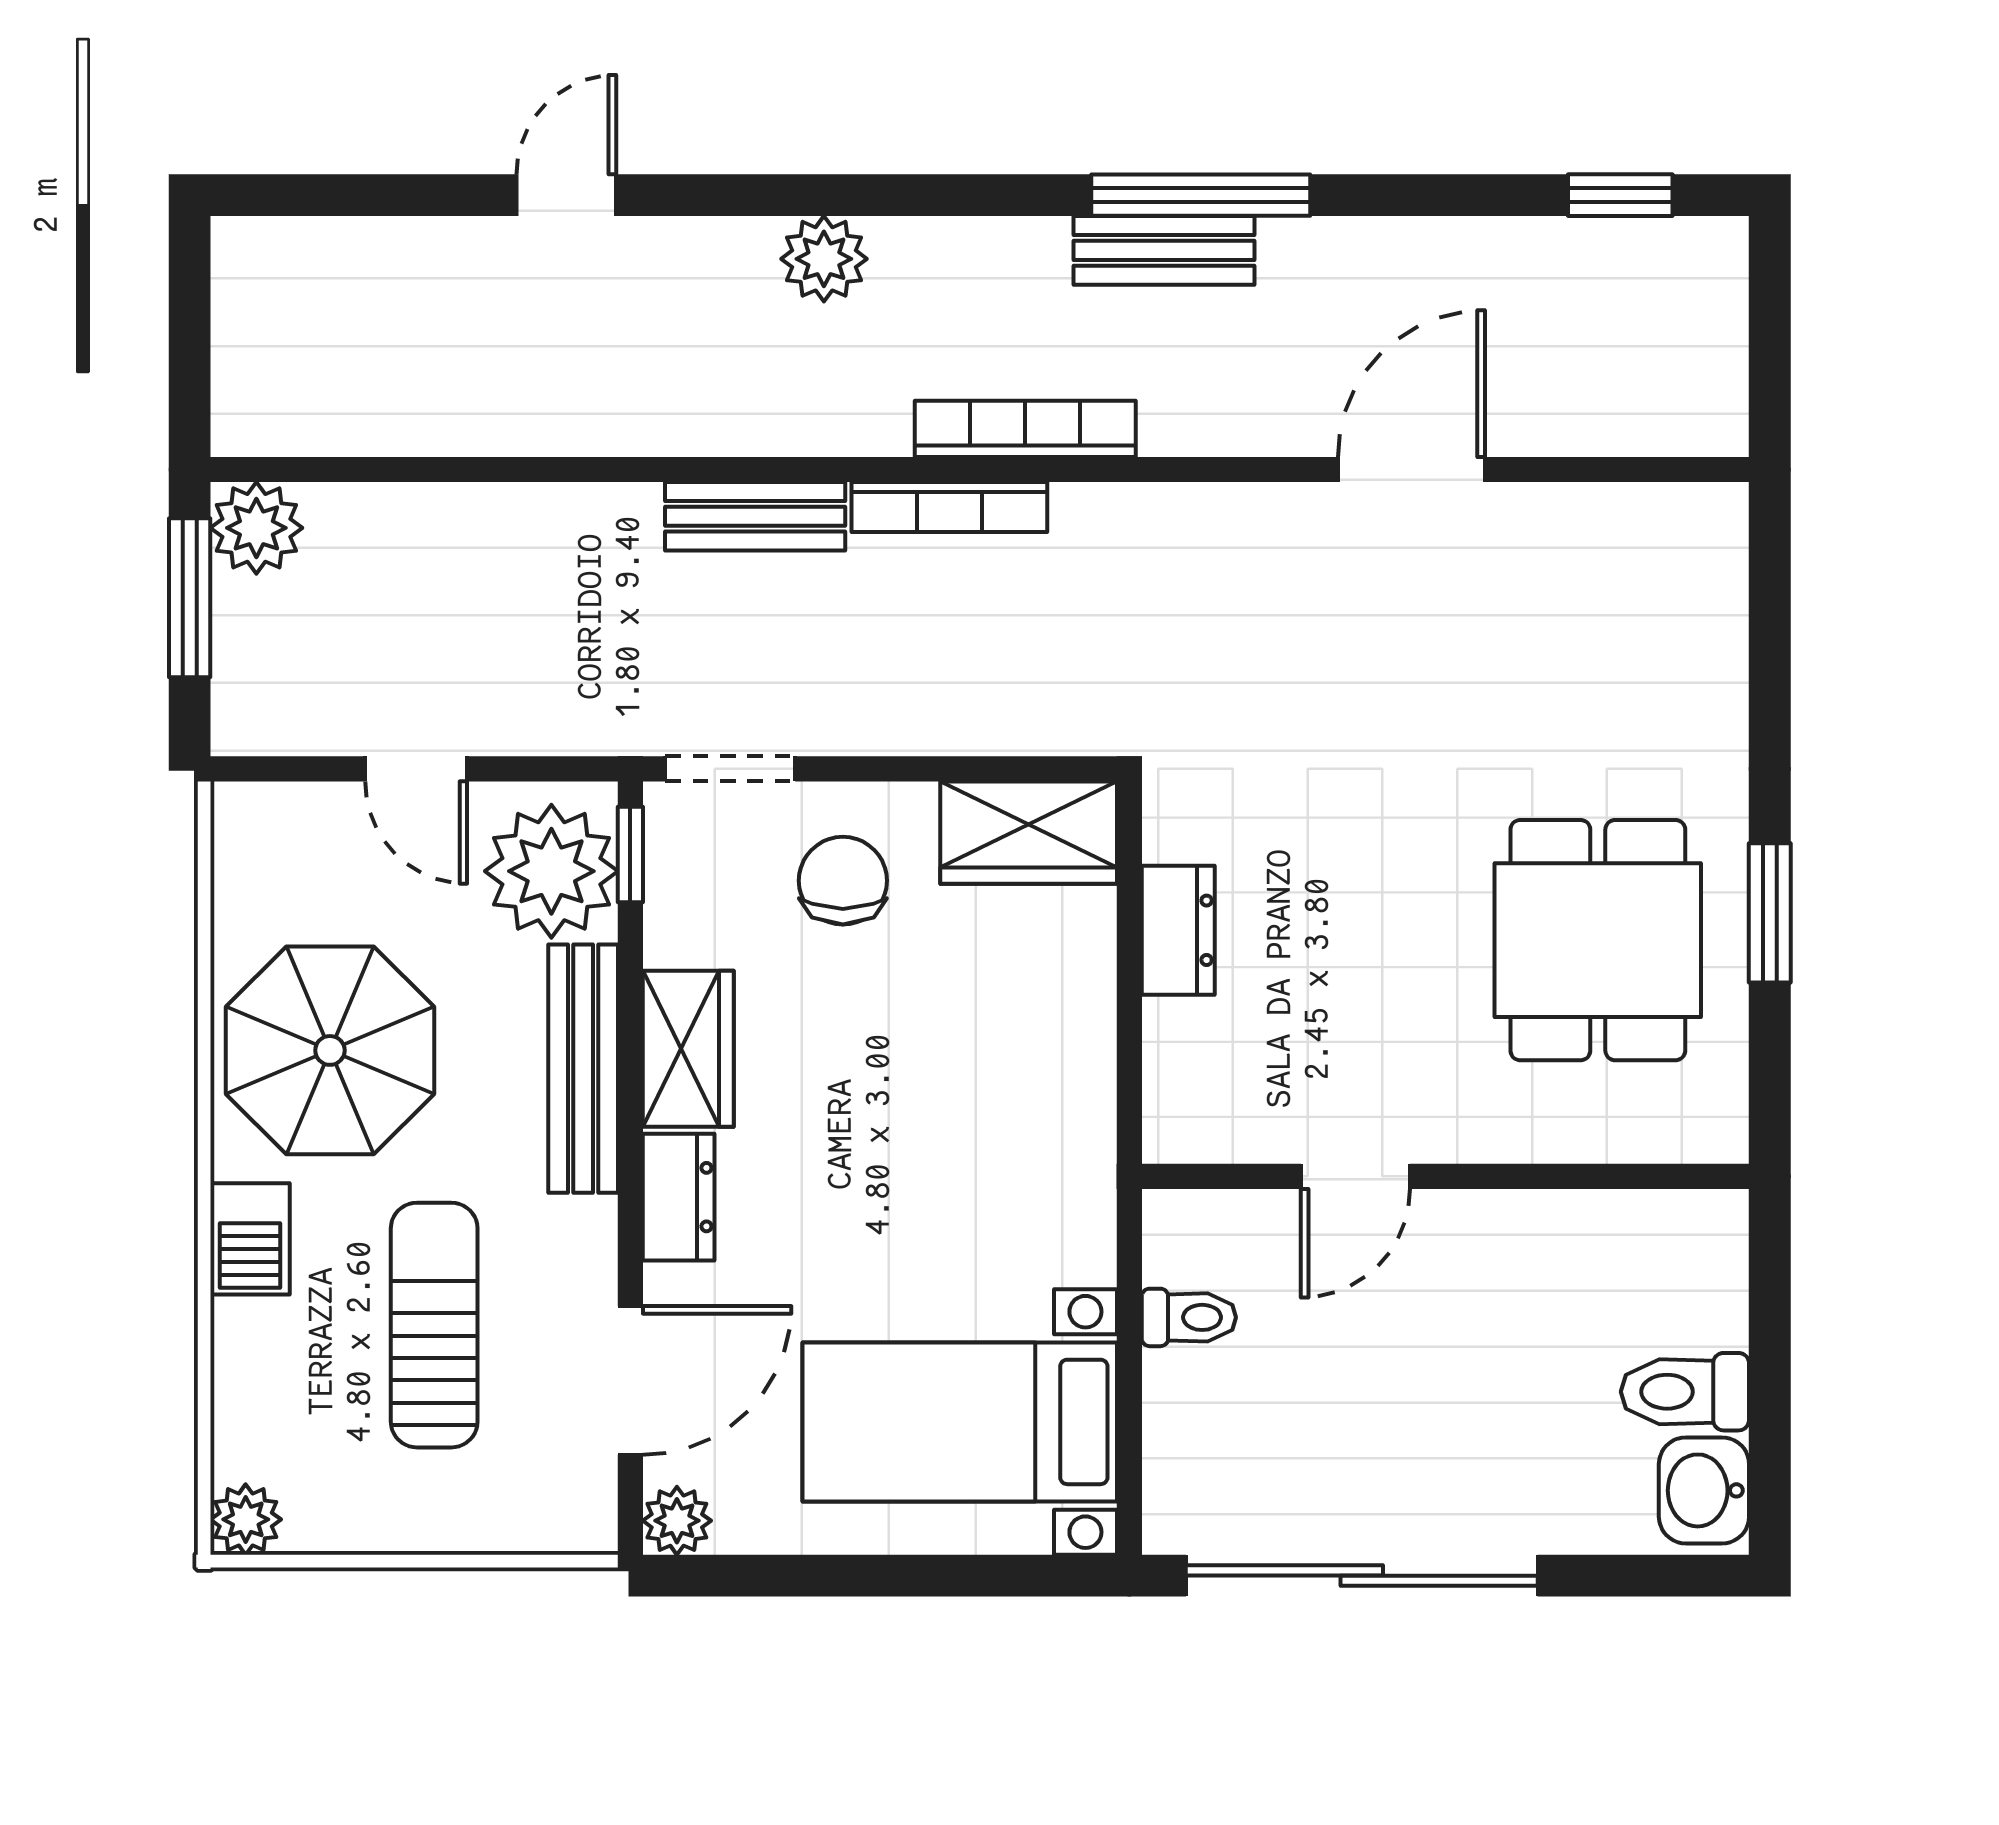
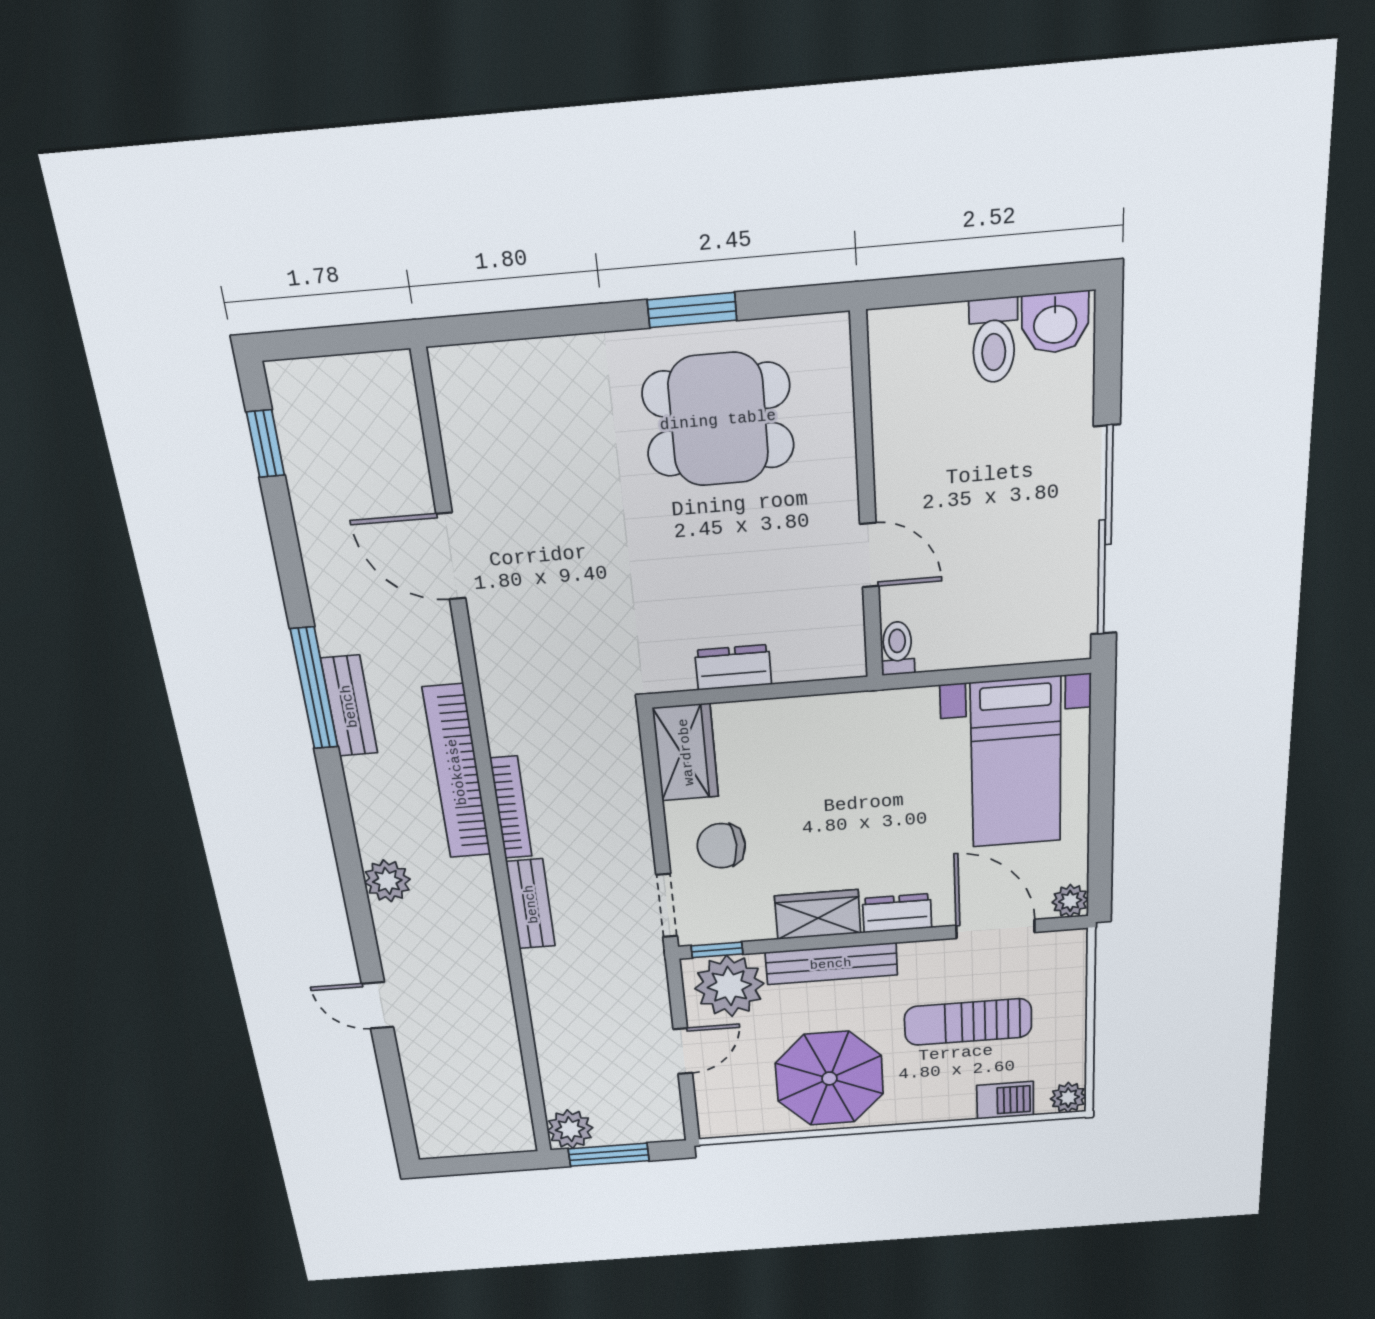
bookcase: (1025, 429) -> (457, 772), width x1.48, depth x1.31
barbecue: (250, 1239) -> (1005, 1100), moved
toilet: (1189, 1317) -> (897, 648), moved

